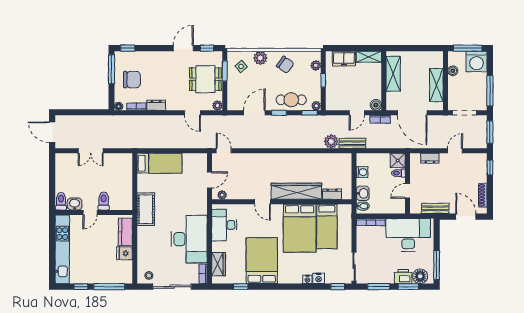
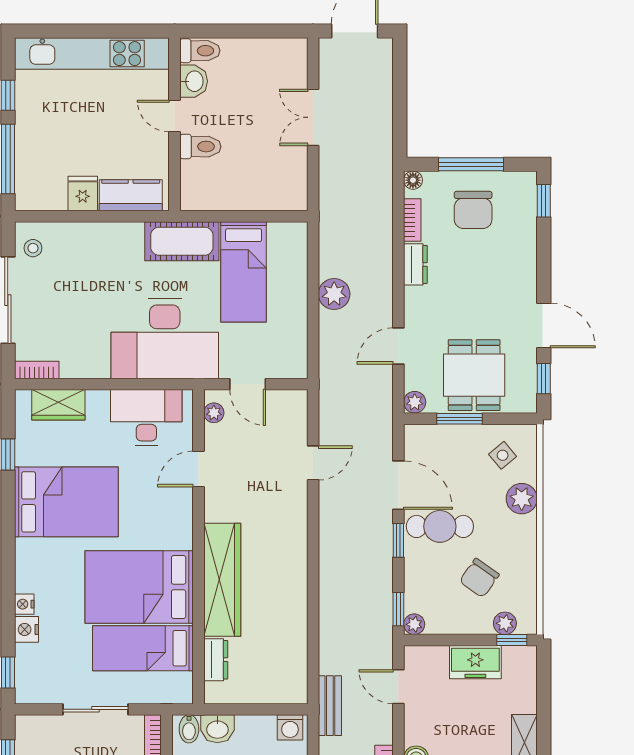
freezer: (344, 59) -> (475, 662), moved, turned -90
chair: (285, 65) -> (479, 578), moved
window: (112, 69) -> (471, 164), moved
window: (225, 71) -> (460, 419), moved
window: (323, 80) -> (512, 640), moved
cafe table: (291, 100) -> (440, 526), moved, turned 90
door: (357, 113) -> (398, 687), moved
plant: (331, 141) -> (334, 294), moved
door: (224, 151) -> (313, 463), moved
bed: (159, 163) -> (244, 272), moved
washing machine: (362, 172) -> (290, 727), moved
door: (262, 202) -> (198, 469), moved
desk: (189, 239) -> (165, 339), moved
sliding door: (354, 267) -> (96, 709), moved

